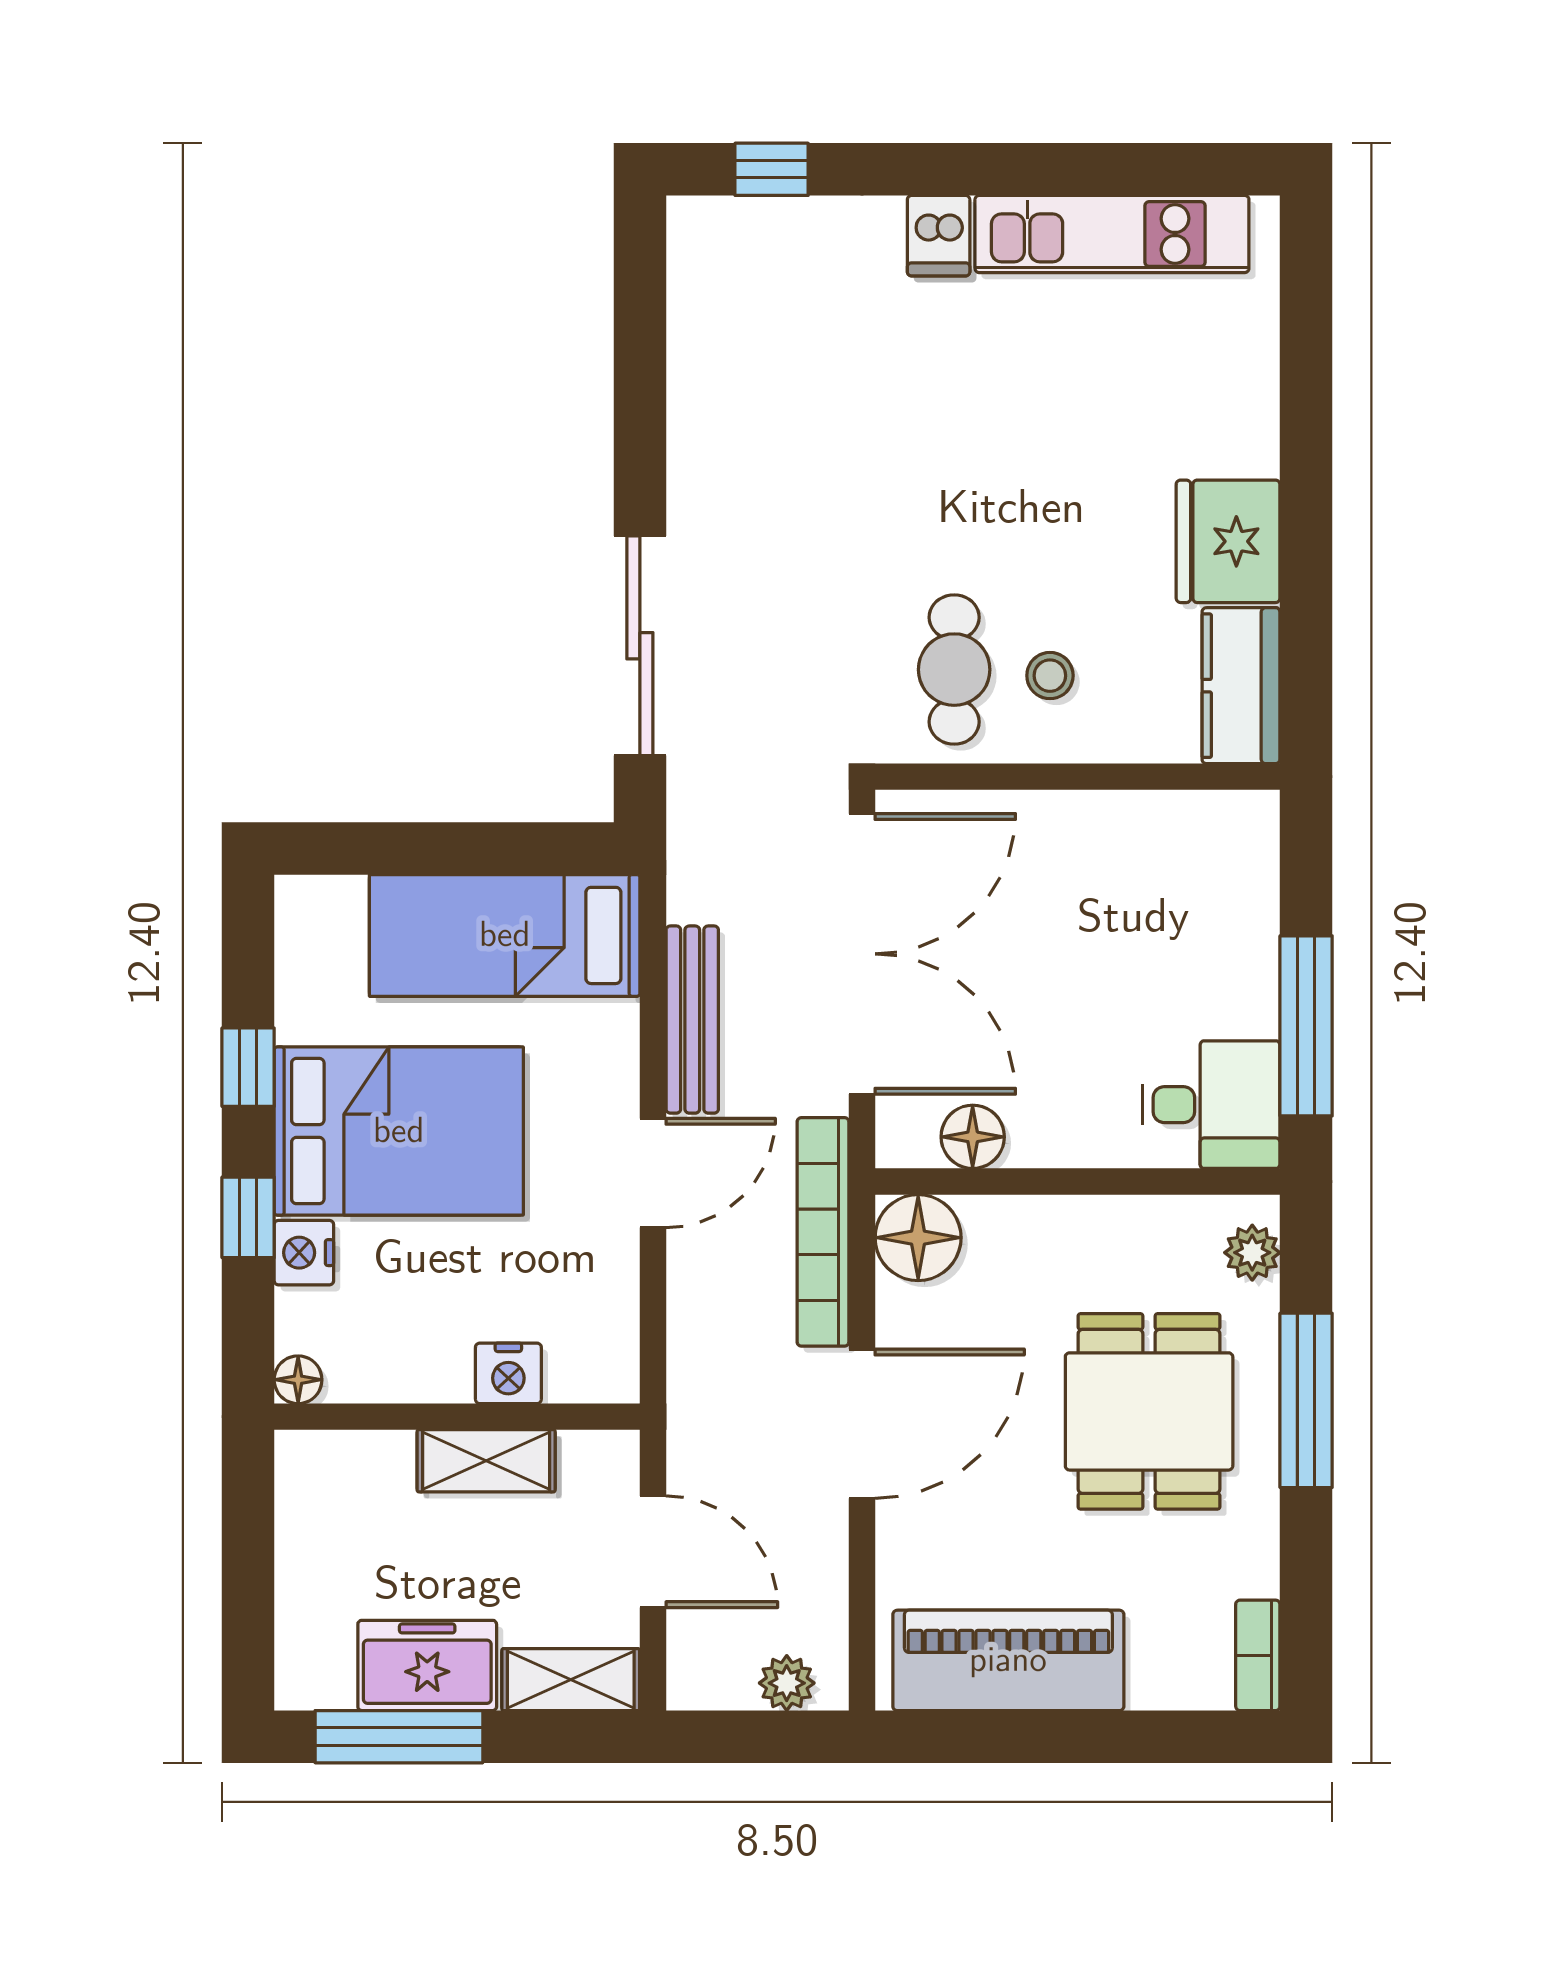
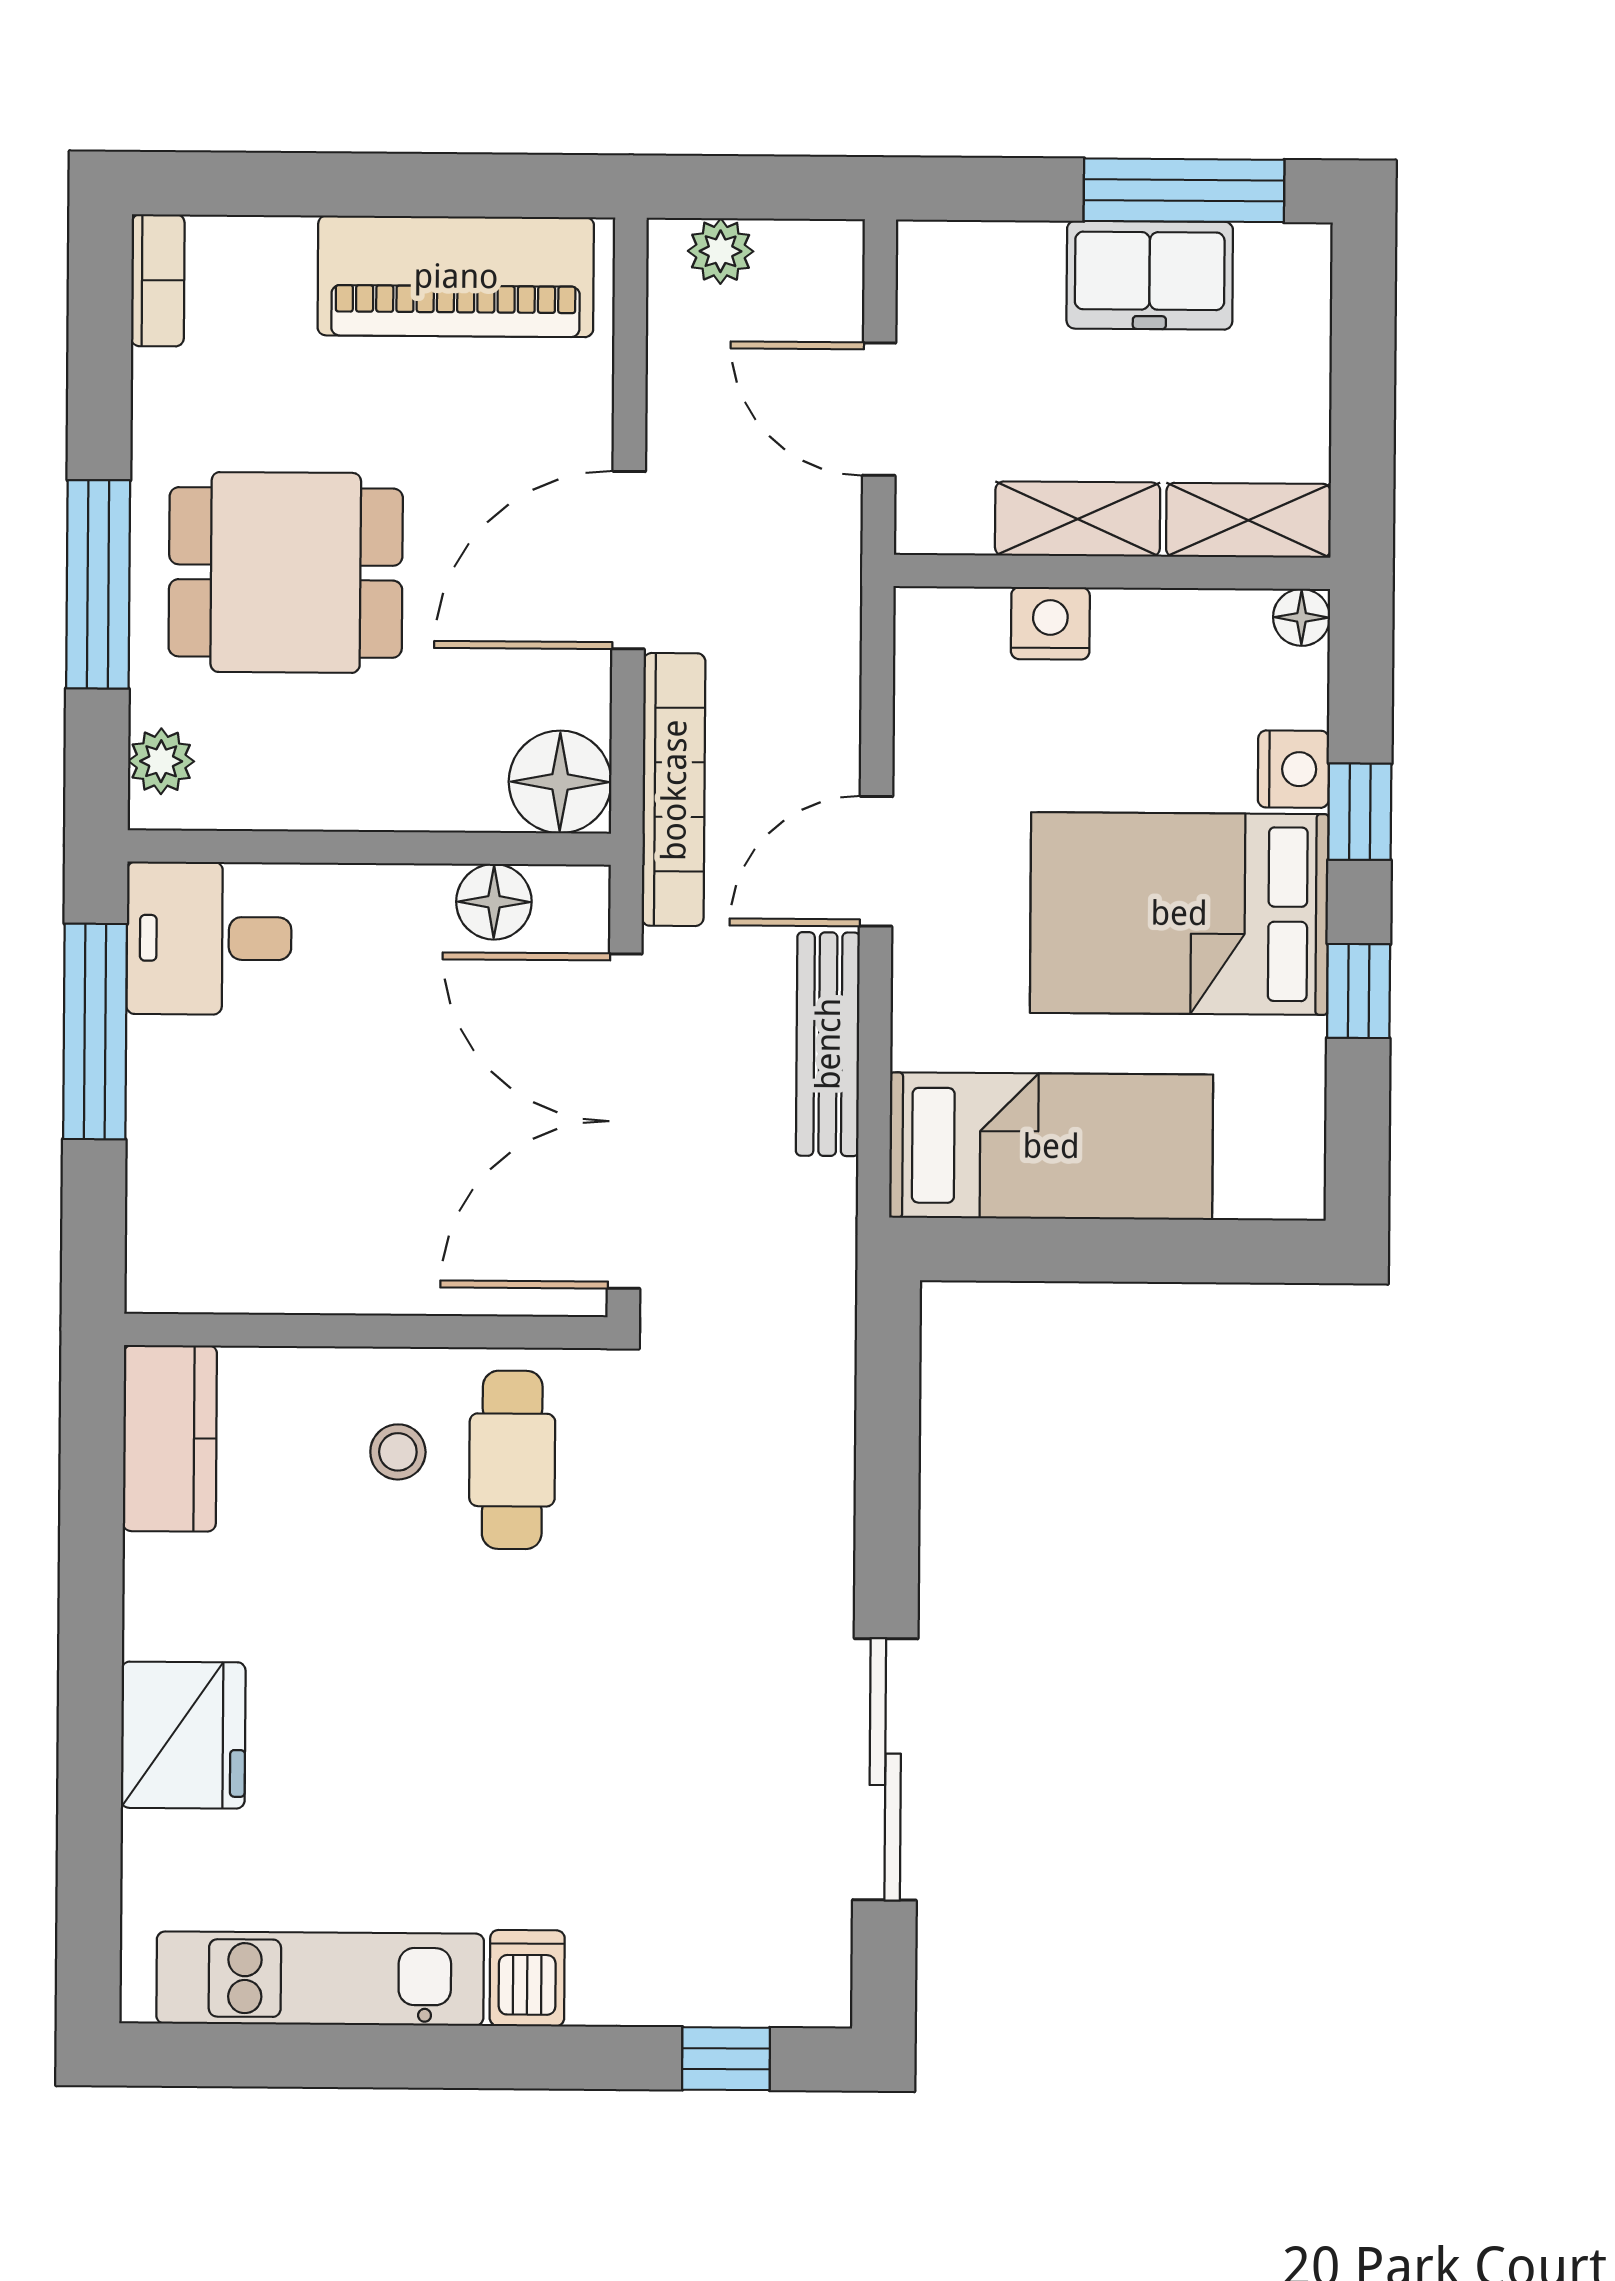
fridge: (1228, 541) -> (183, 1735), moved
sliding door: (640, 646) -> (885, 1769), moved
dining table: (1149, 1411) -> (286, 572), turned 90
shelving: (571, 1680) -> (1248, 520), moved

